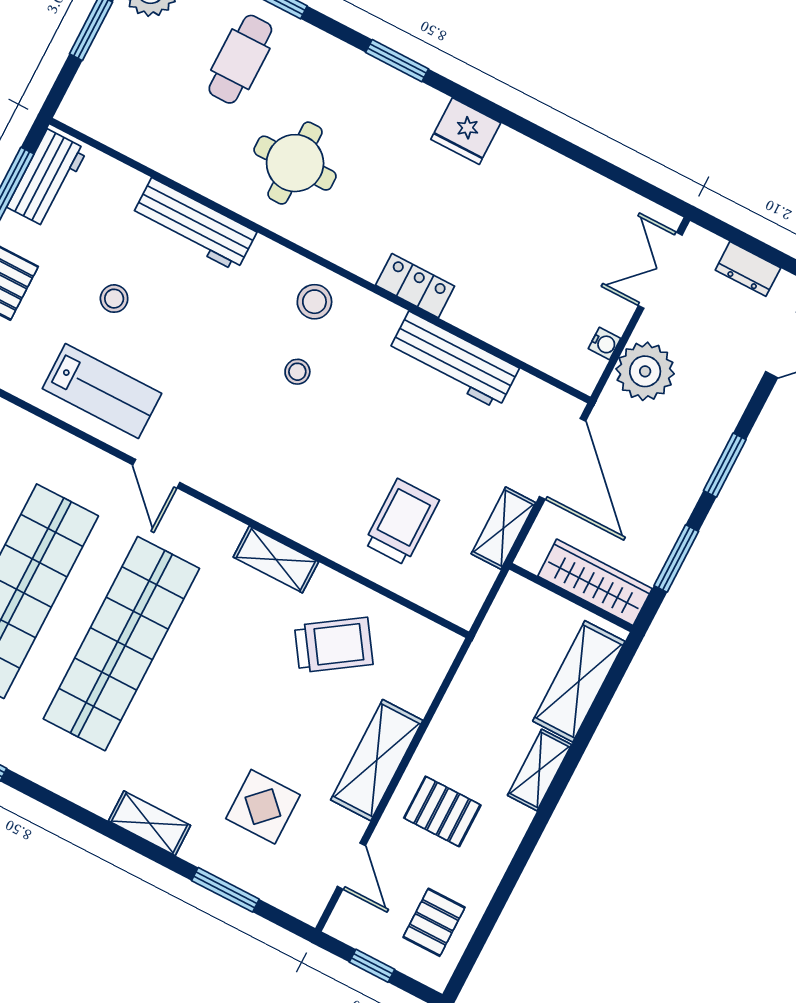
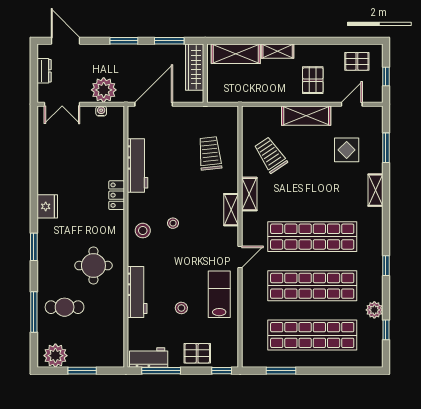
trolley: (401, 522) -> (210, 153), turned 84
shelving: (503, 528) -> (231, 210), moved, turned 90

